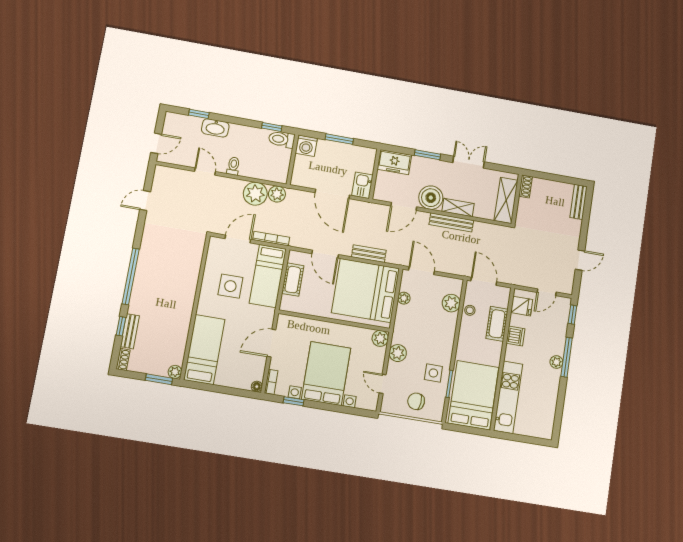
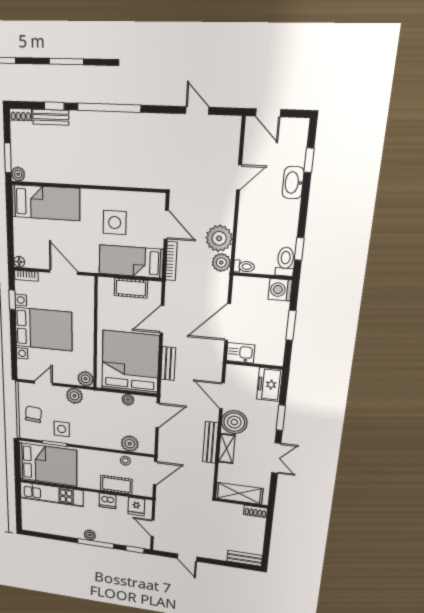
toilet: (233, 166) -> (244, 266), moved

